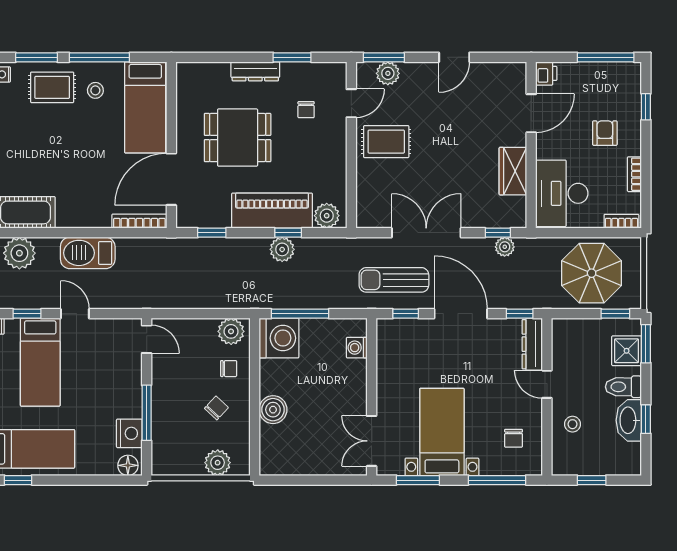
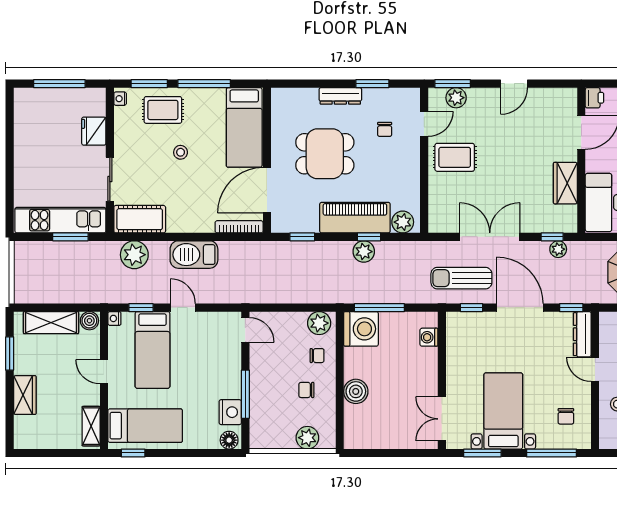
stool: (95, 90) -> (181, 152), moved
chair: (216, 408) -> (306, 390), turned -133

